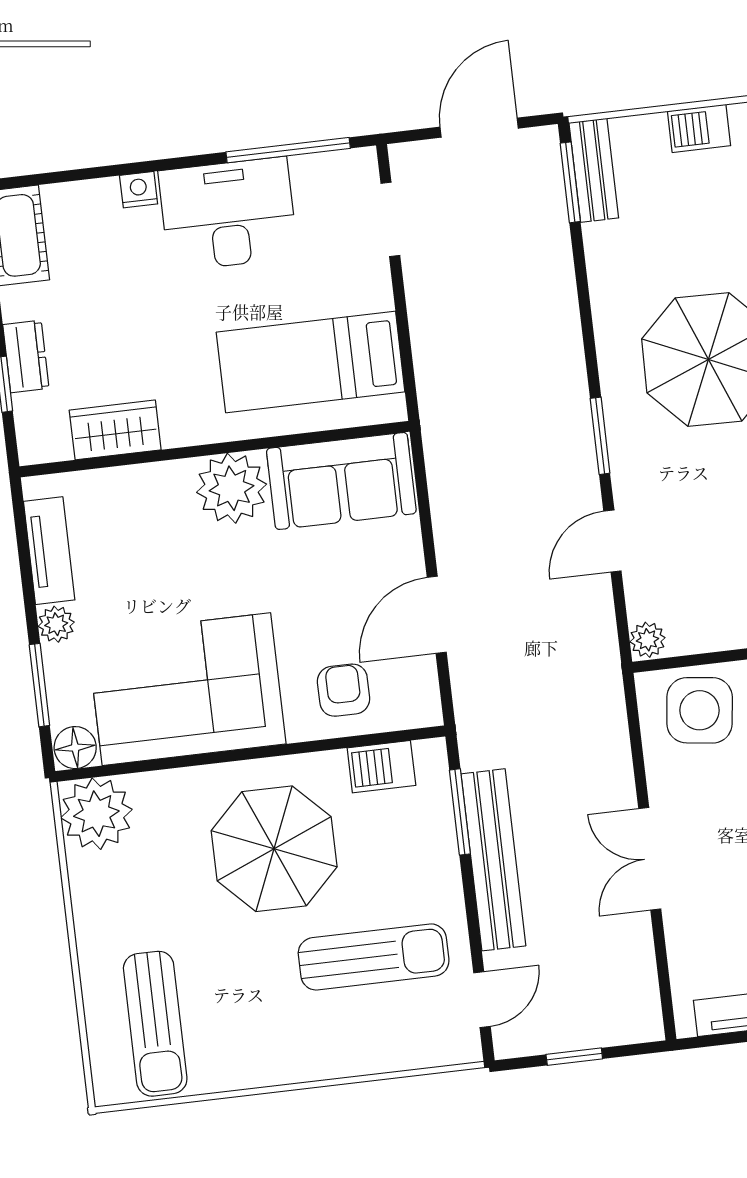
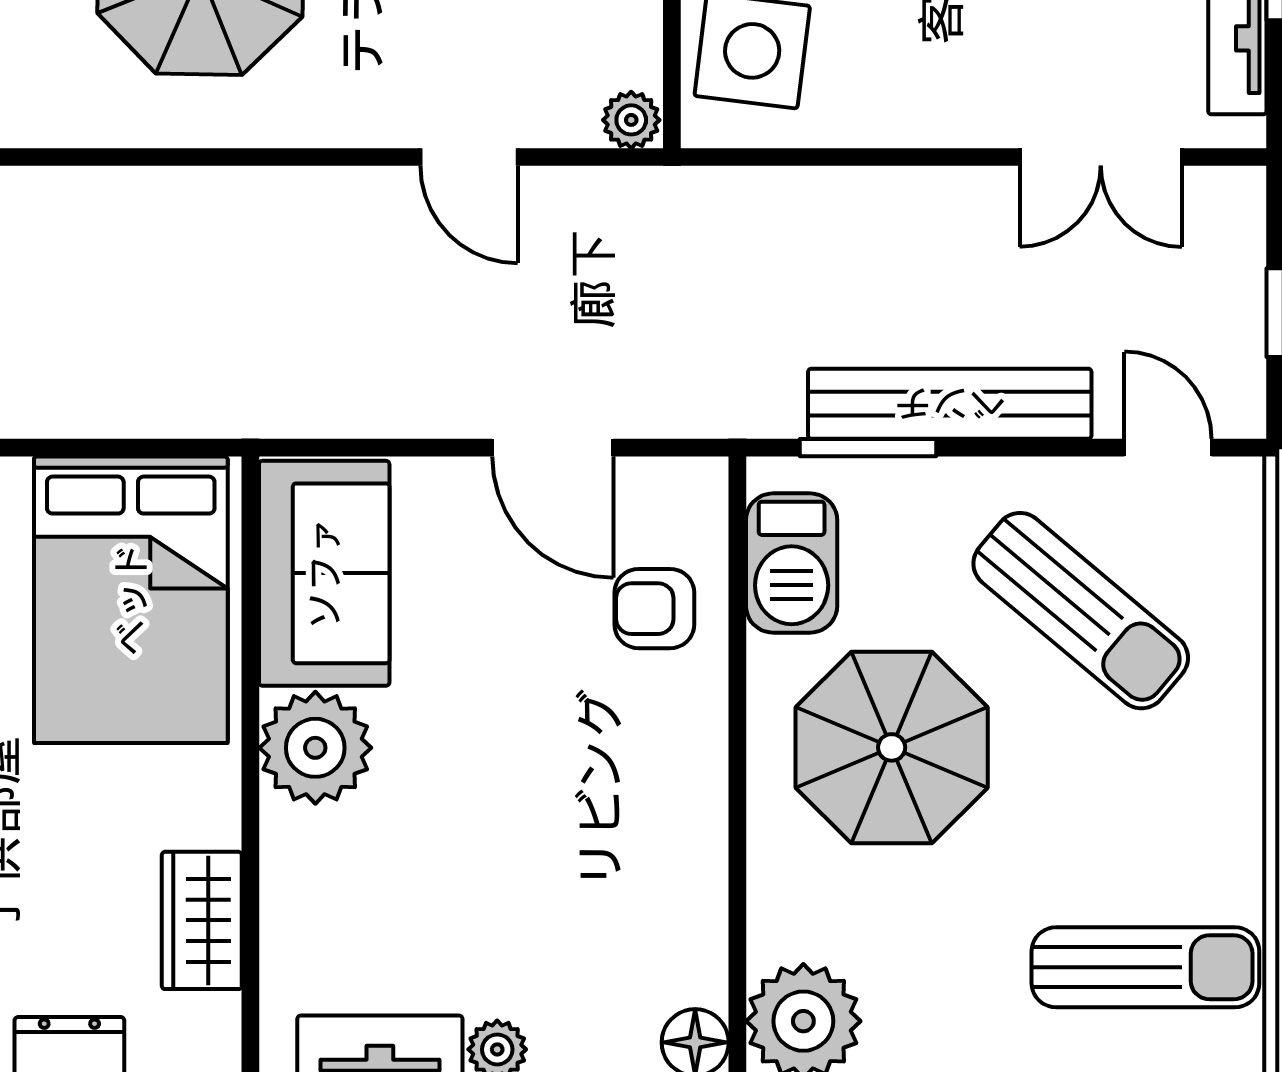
bed: (311, 362) -> (131, 600), width x1.50
window: (600, 436) -> (301, 157), removed
corner sofa: (186, 689) -> (624, 856), removed
barbecue: (381, 767) -> (792, 563), width x1.38, depth x1.27
double door: (650, 859) -> (1101, 157), moved
sun lounger: (374, 957) -> (1081, 611), turned 130

